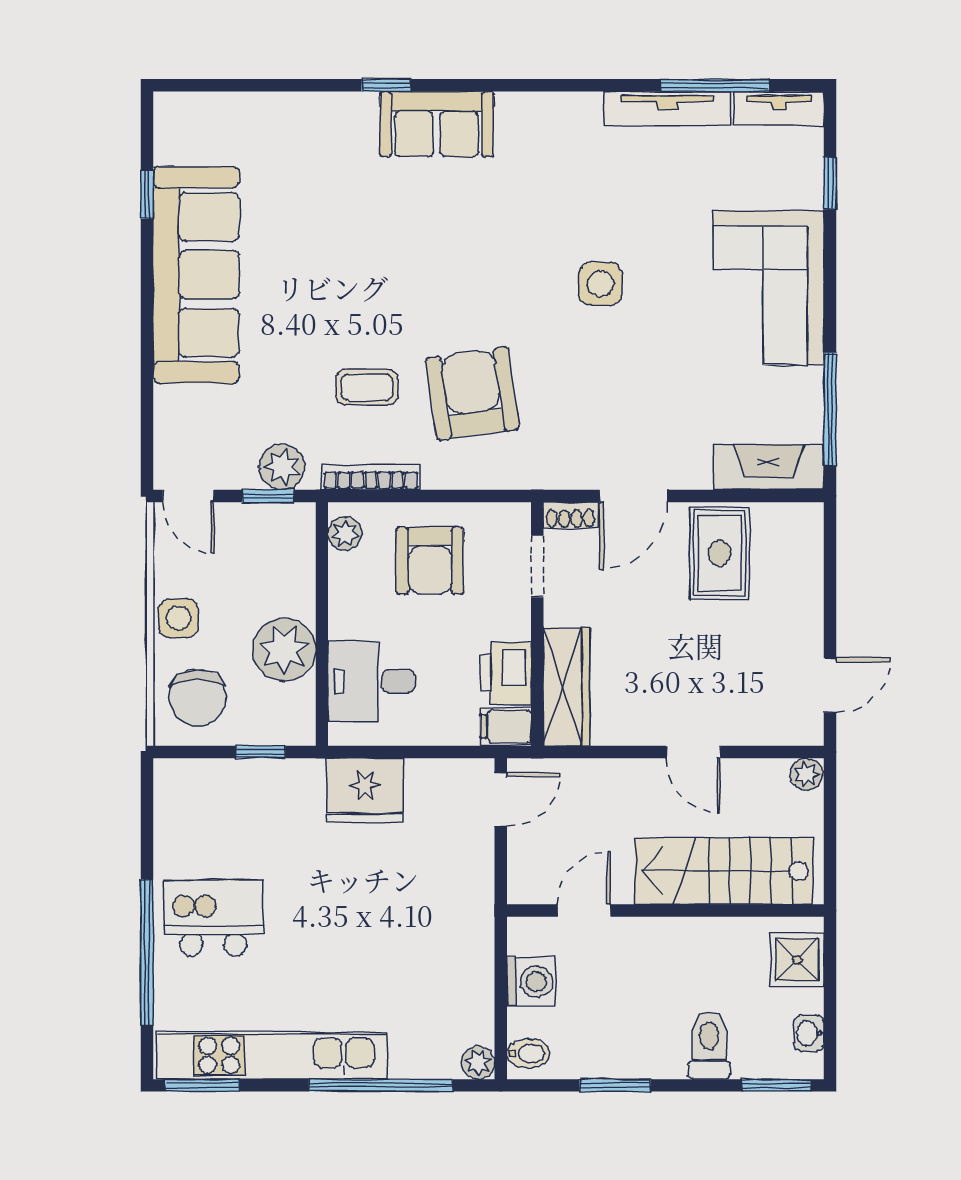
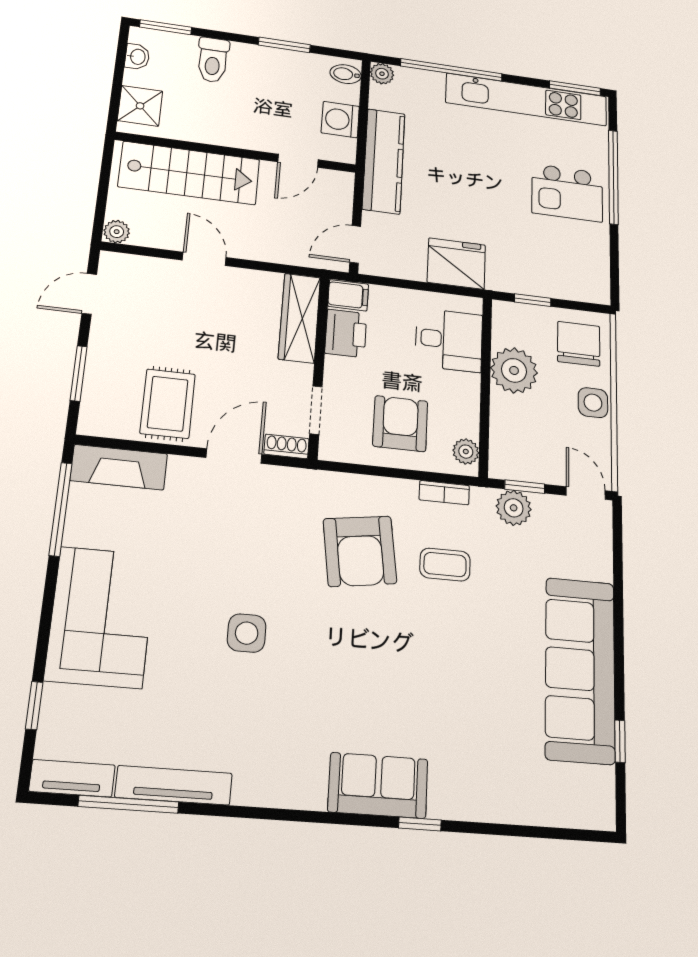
bookcase: (371, 477) -> (444, 493), width x0.64
window: (830, 579) -> (79, 373), added
kitchen counter: (469, 928) -> (384, 161), added

